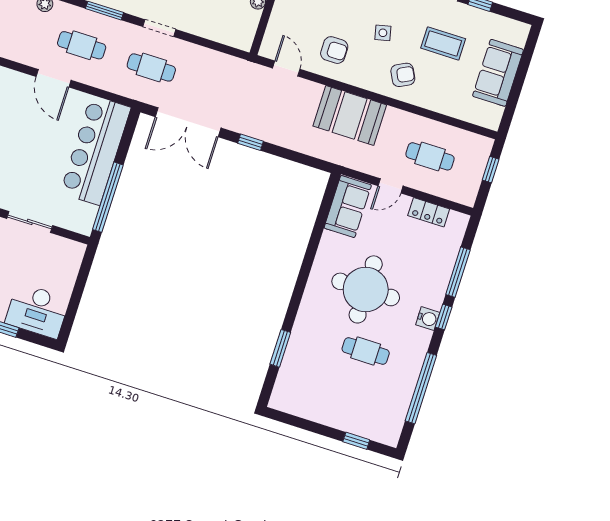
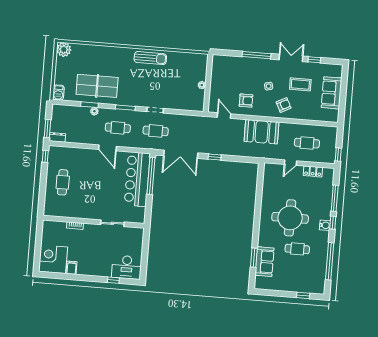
window: (491, 170) -> (338, 154), moved
window: (108, 197) -> (151, 176), moved
sofa: (348, 207) -> (265, 262), moved

